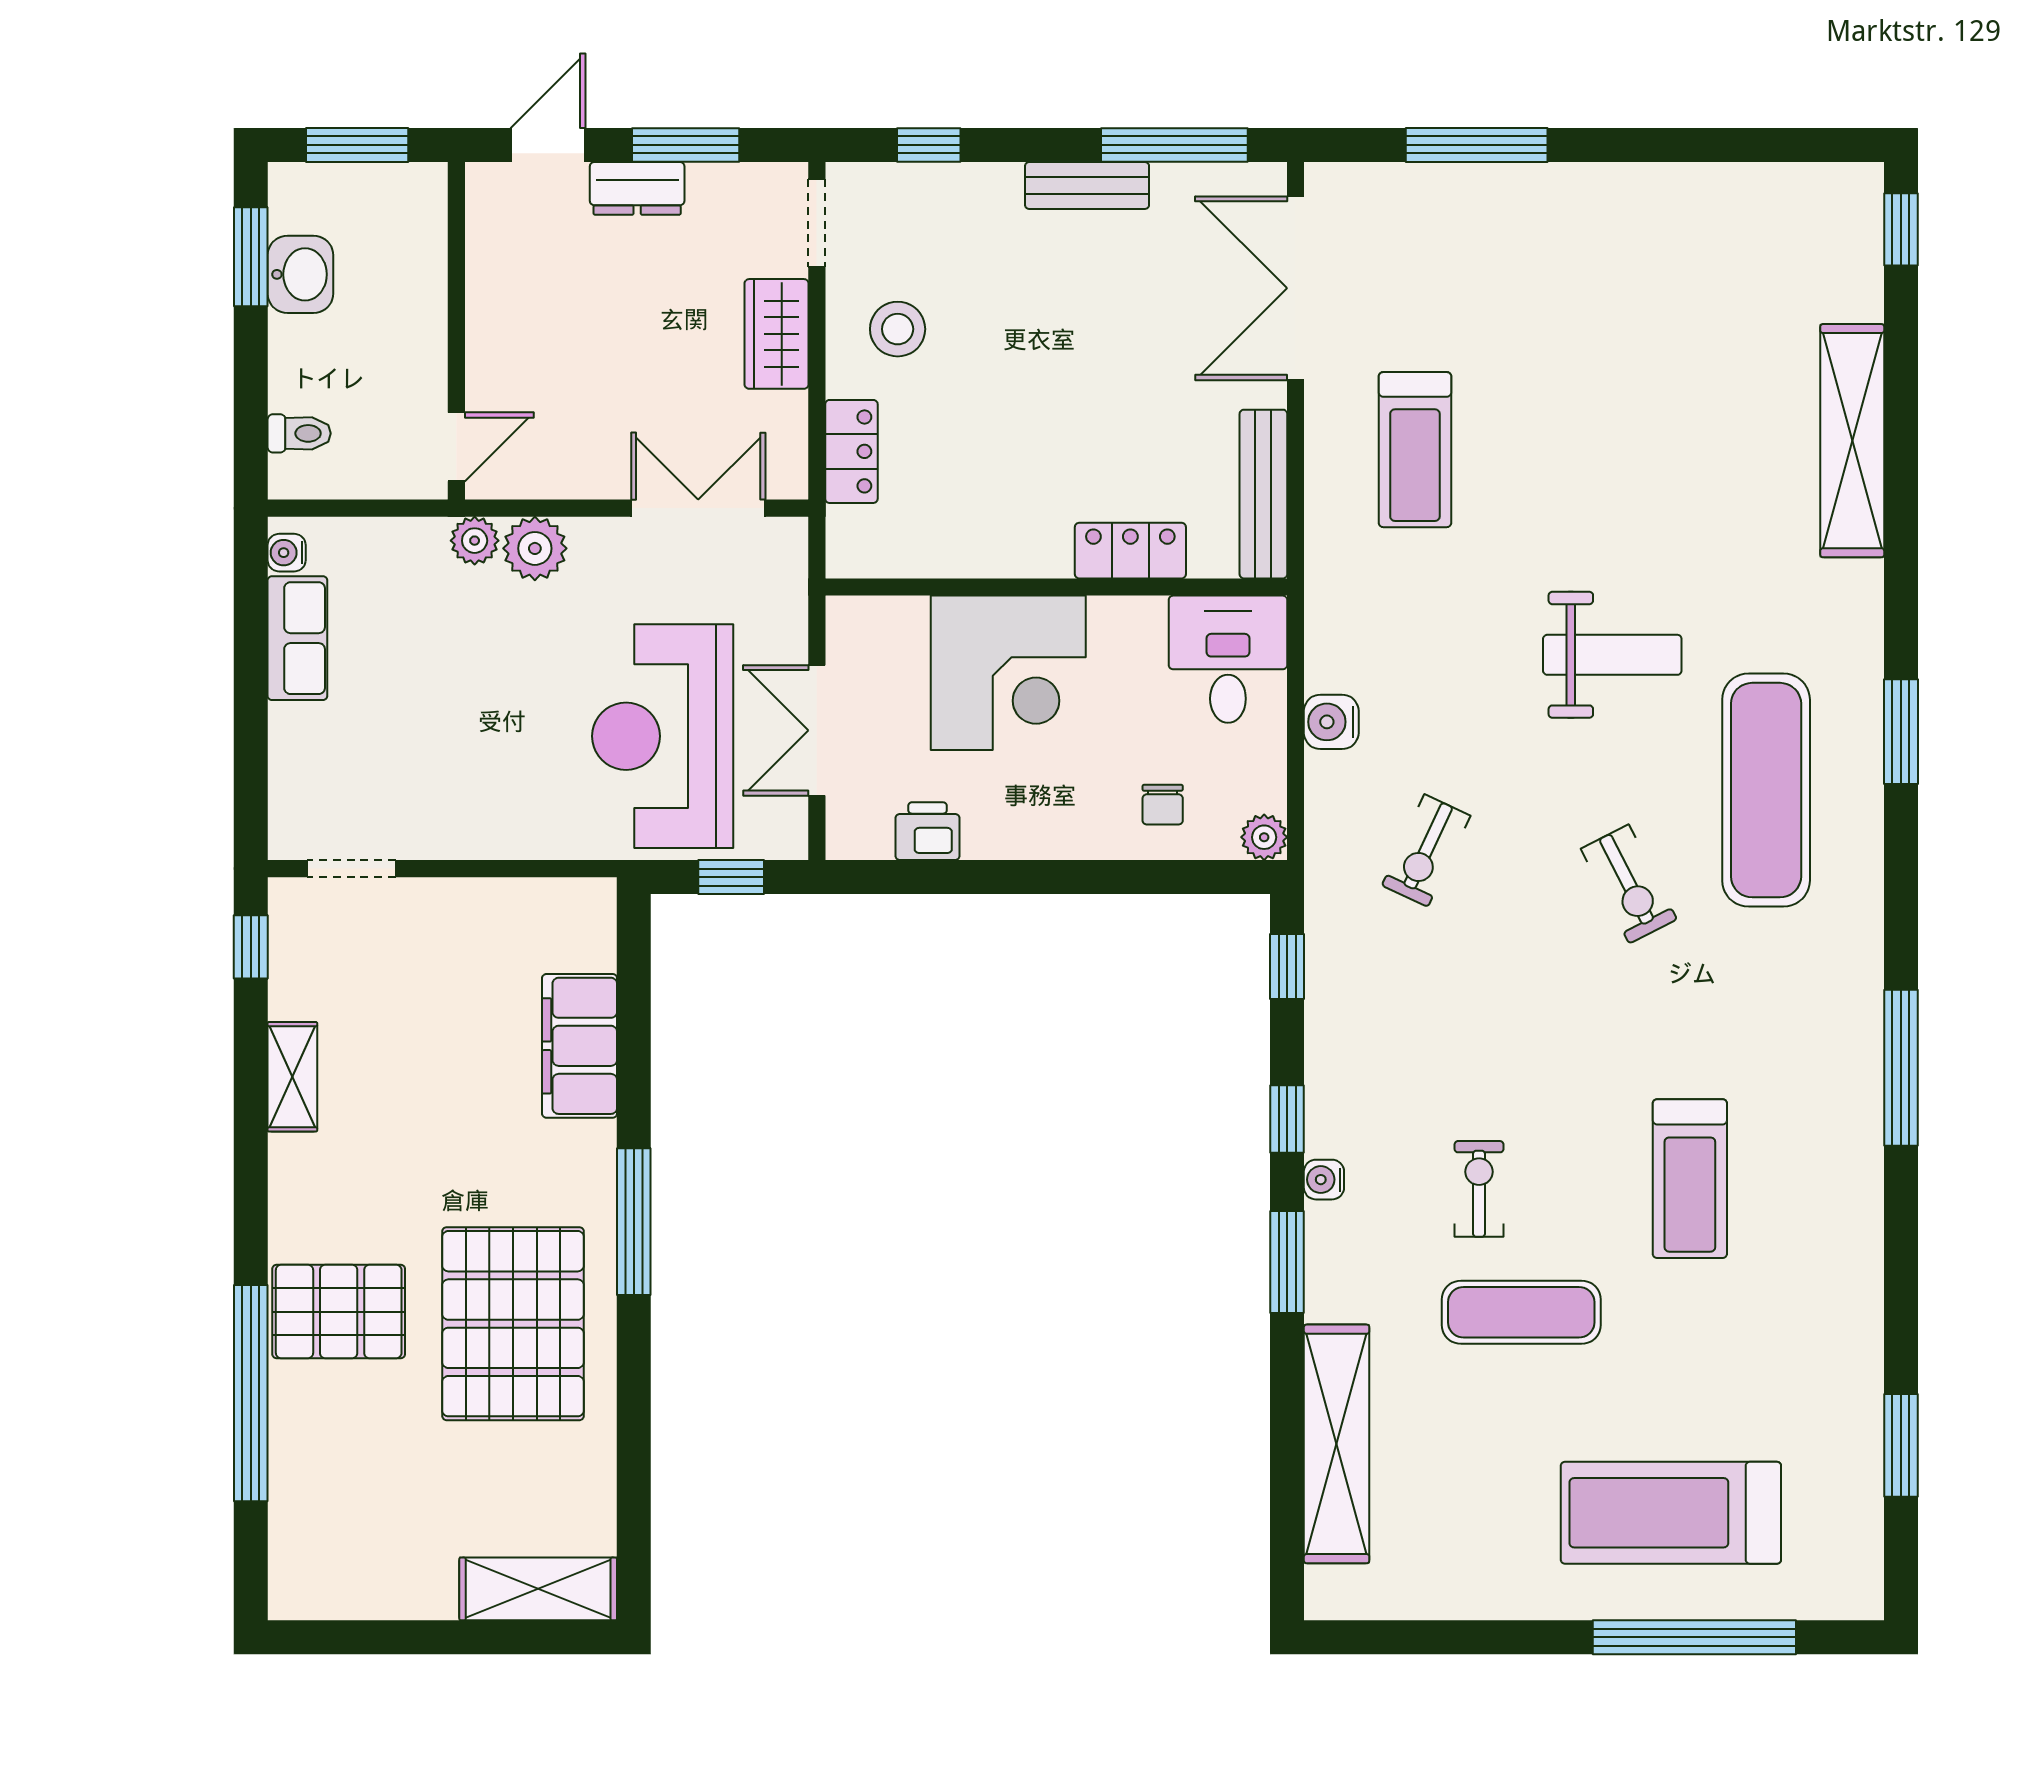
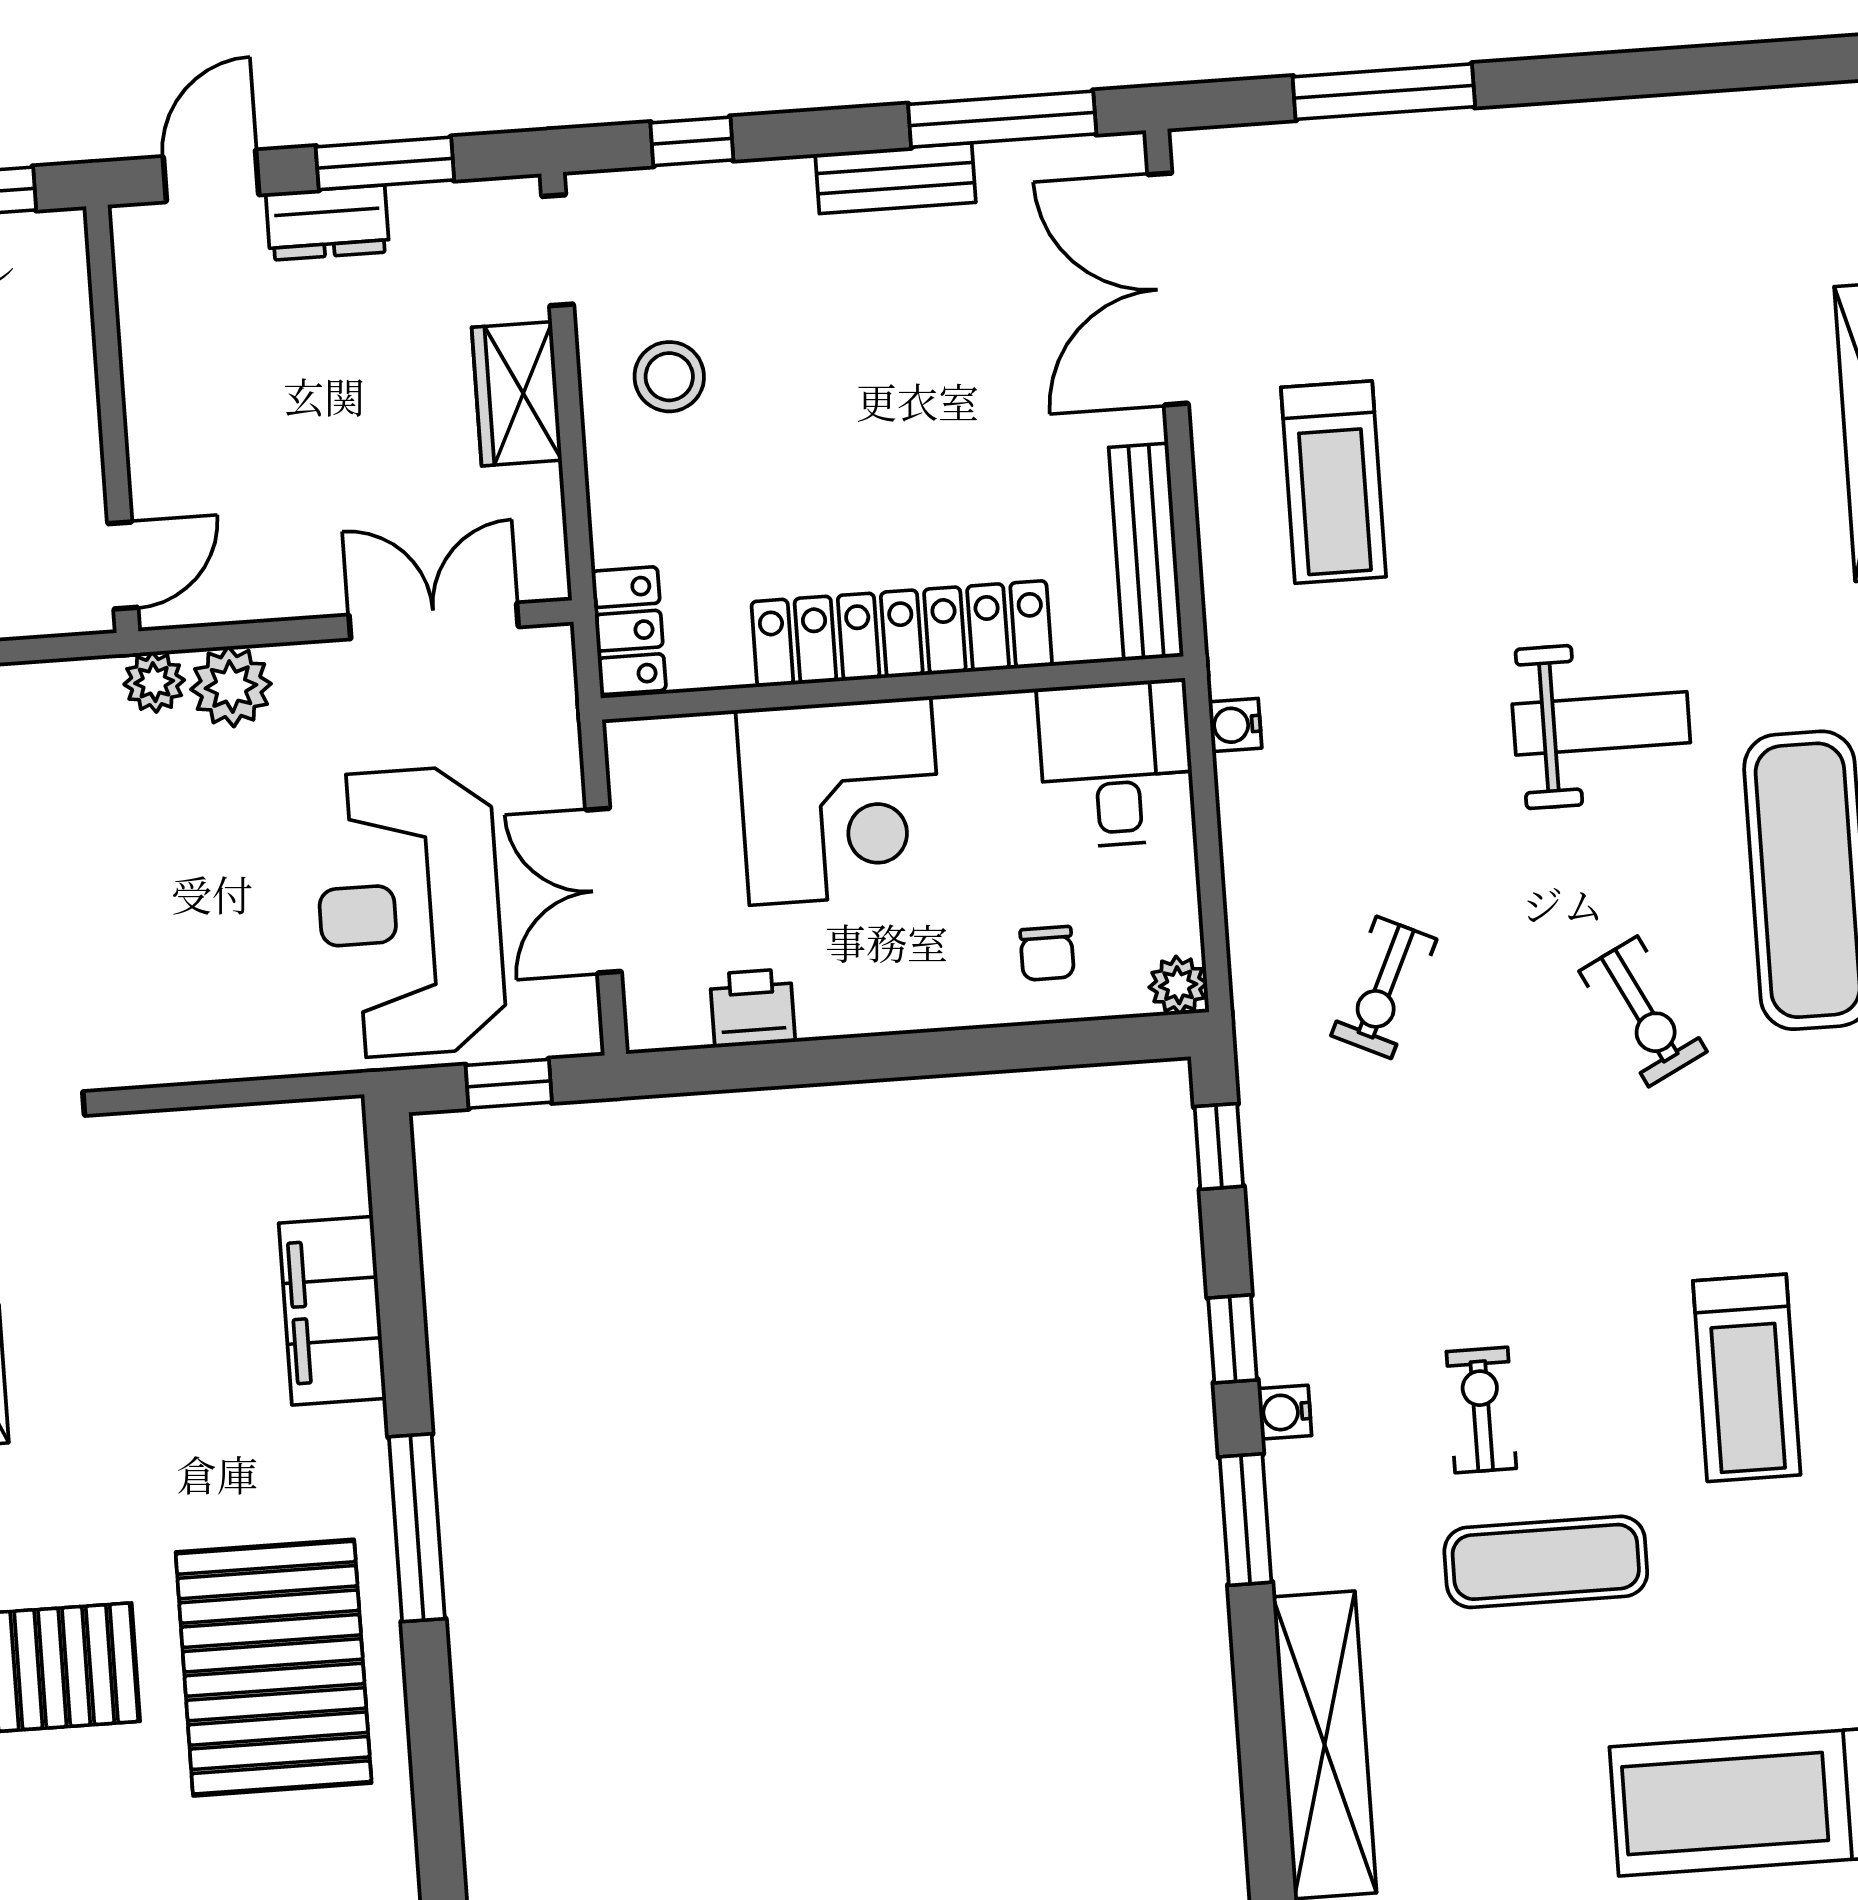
locker: (851, 451) -> (629, 631), moved
locker: (1130, 551) -> (902, 634), width x2.16, depth x1.21
water cooler: (1331, 722) -> (1235, 725), moved, width x0.72, depth x0.72

